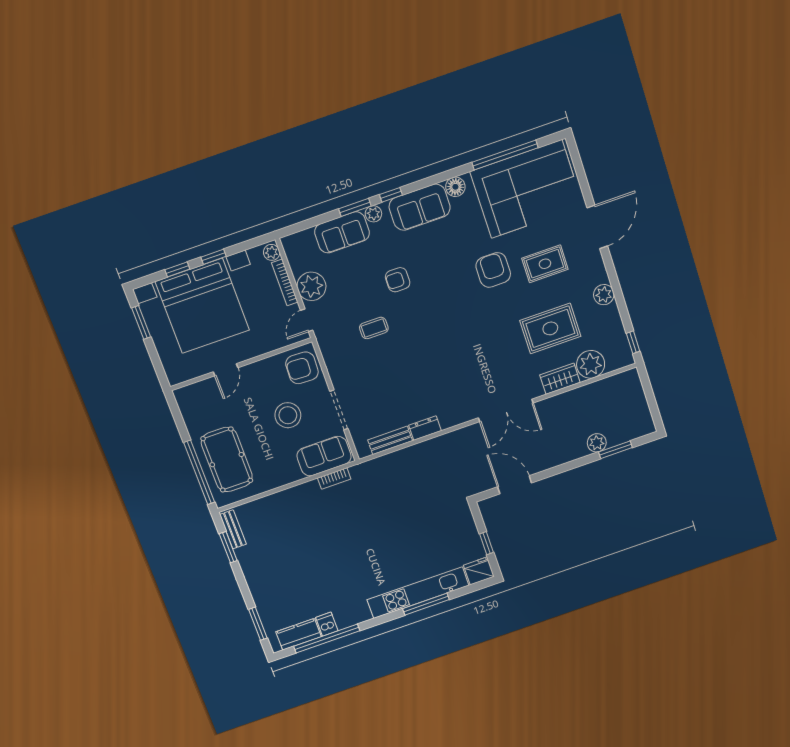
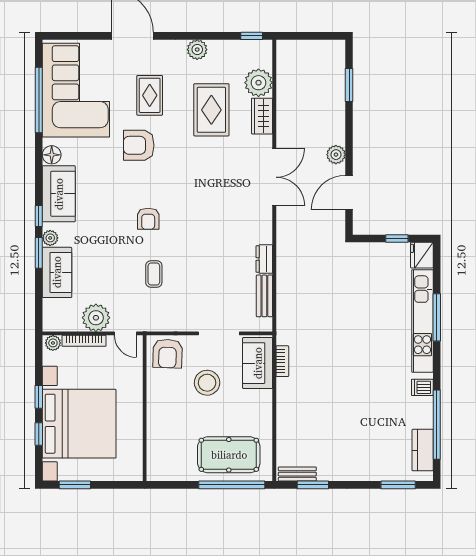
armchair: (398, 280) -> (148, 219), moved
door: (226, 370) -> (145, 424), removed
plant: (597, 443) -> (336, 155), moved
dishwasher: (327, 624) -> (422, 387), moved

